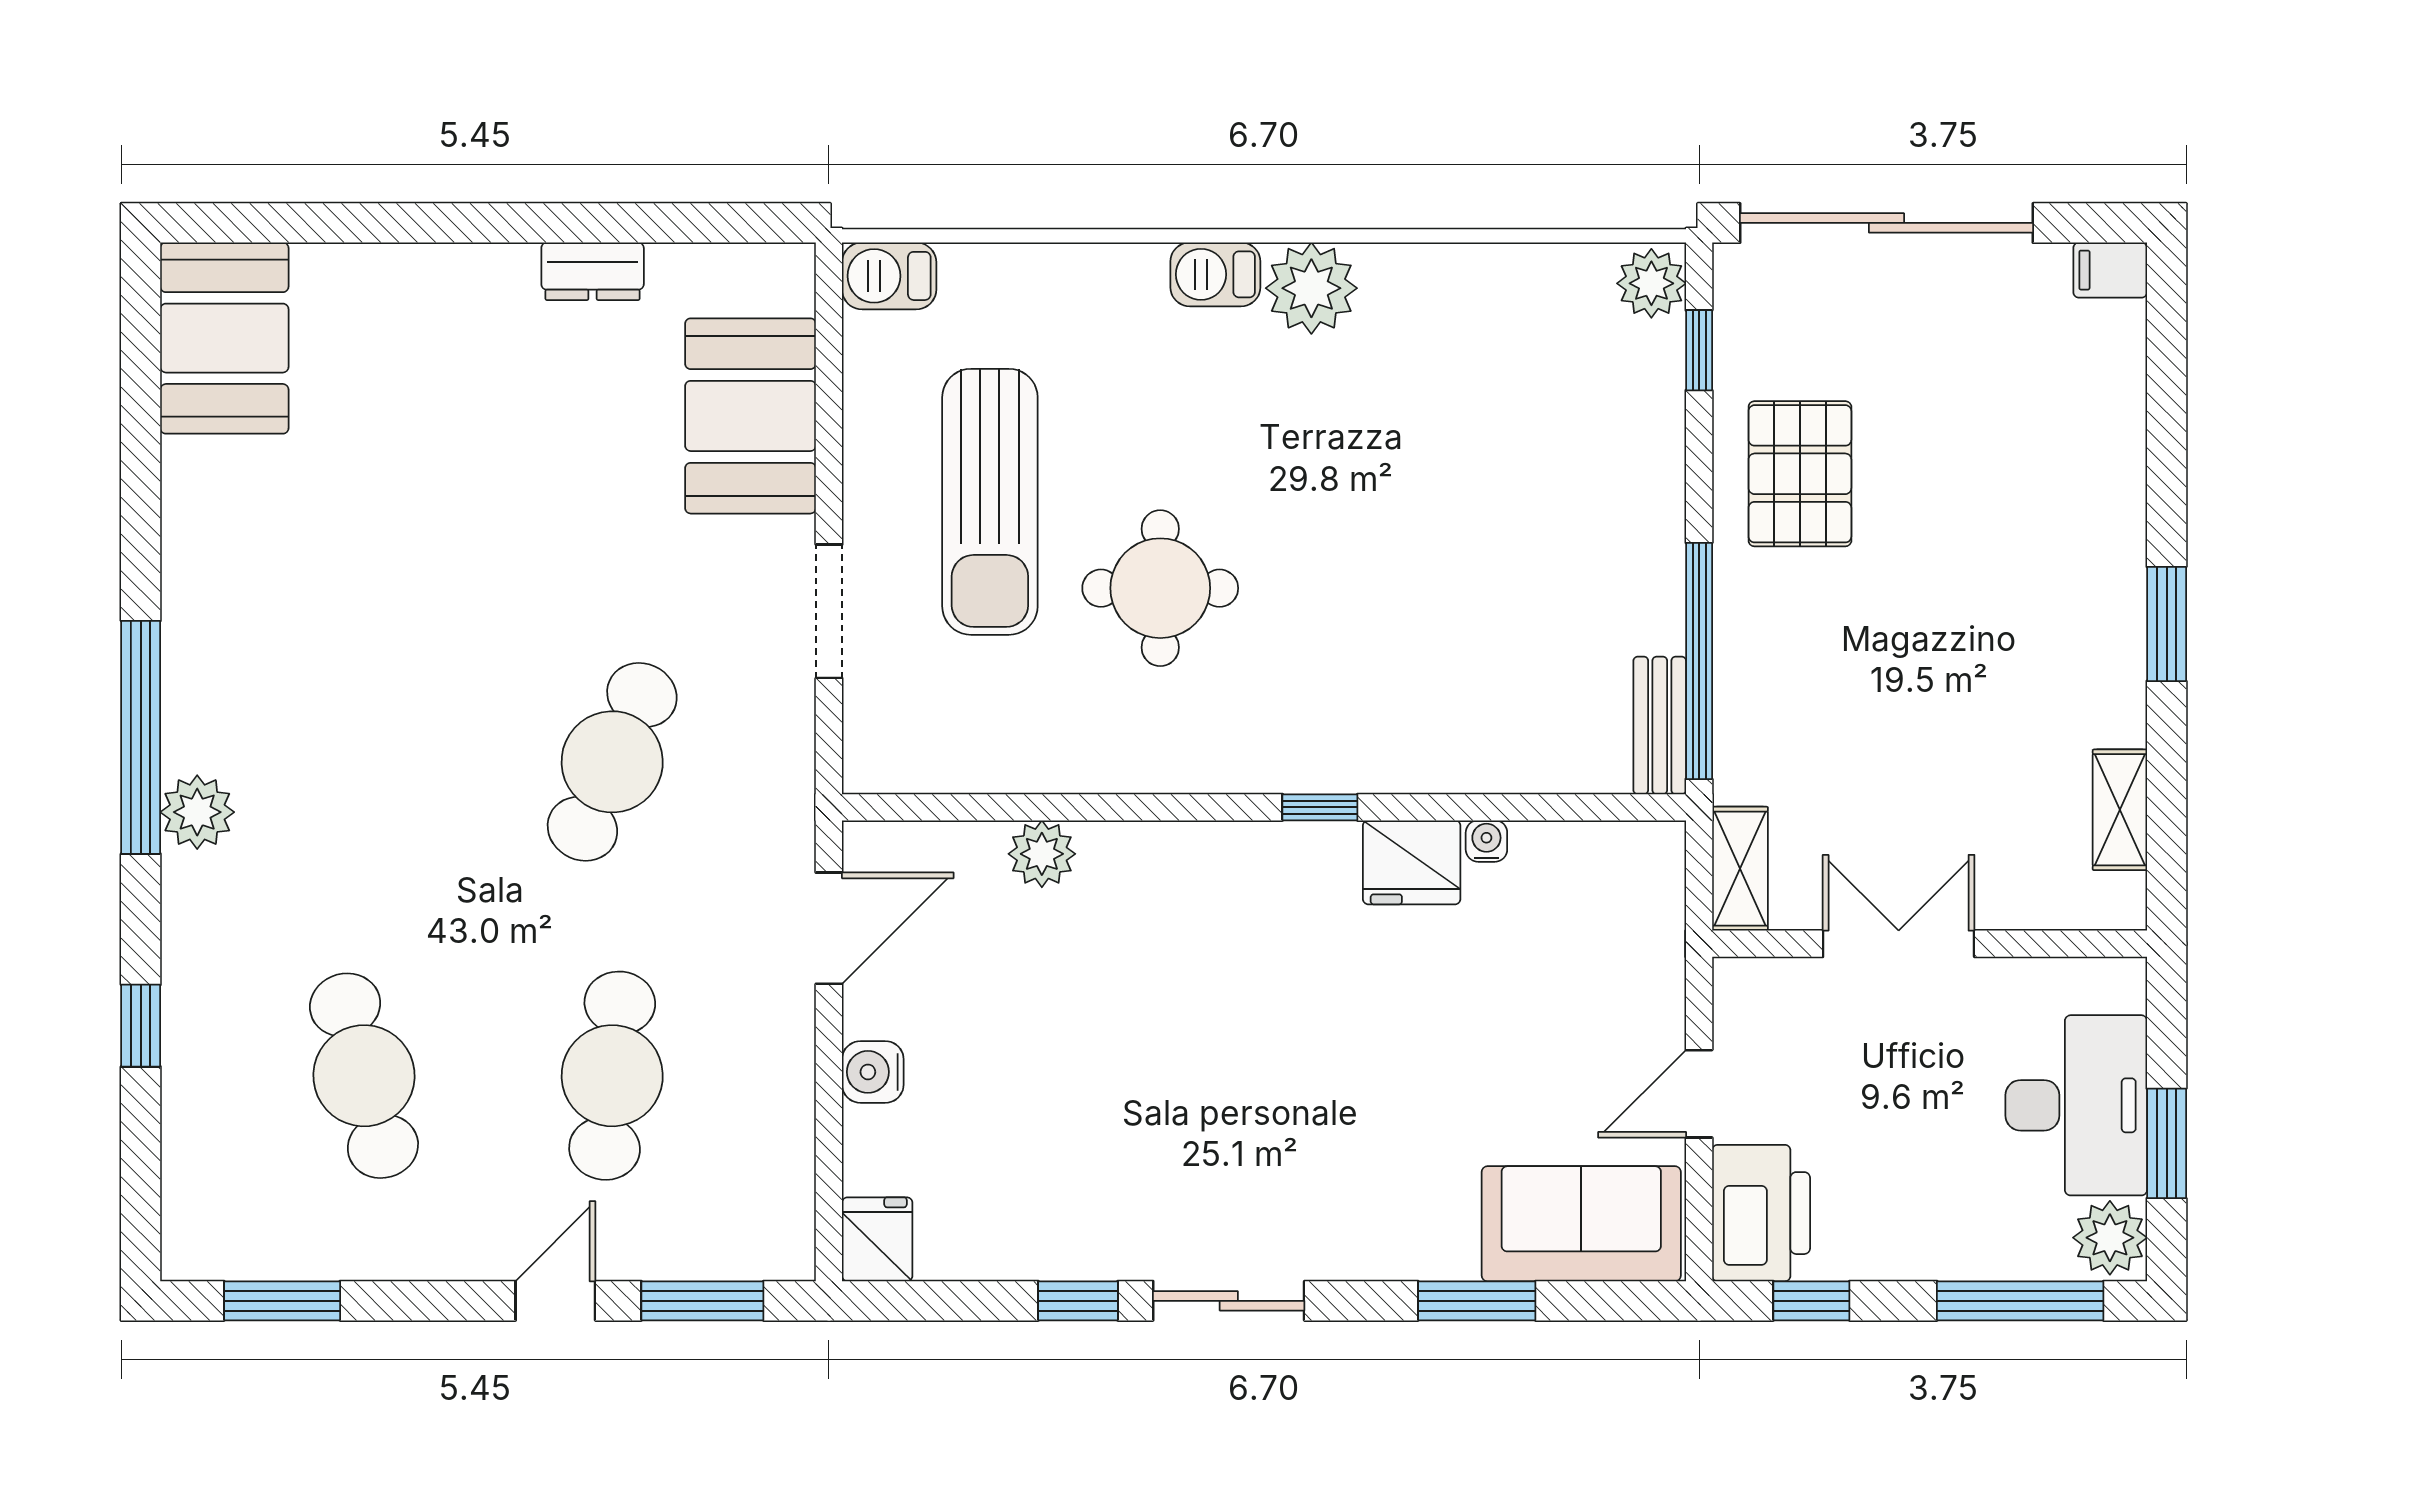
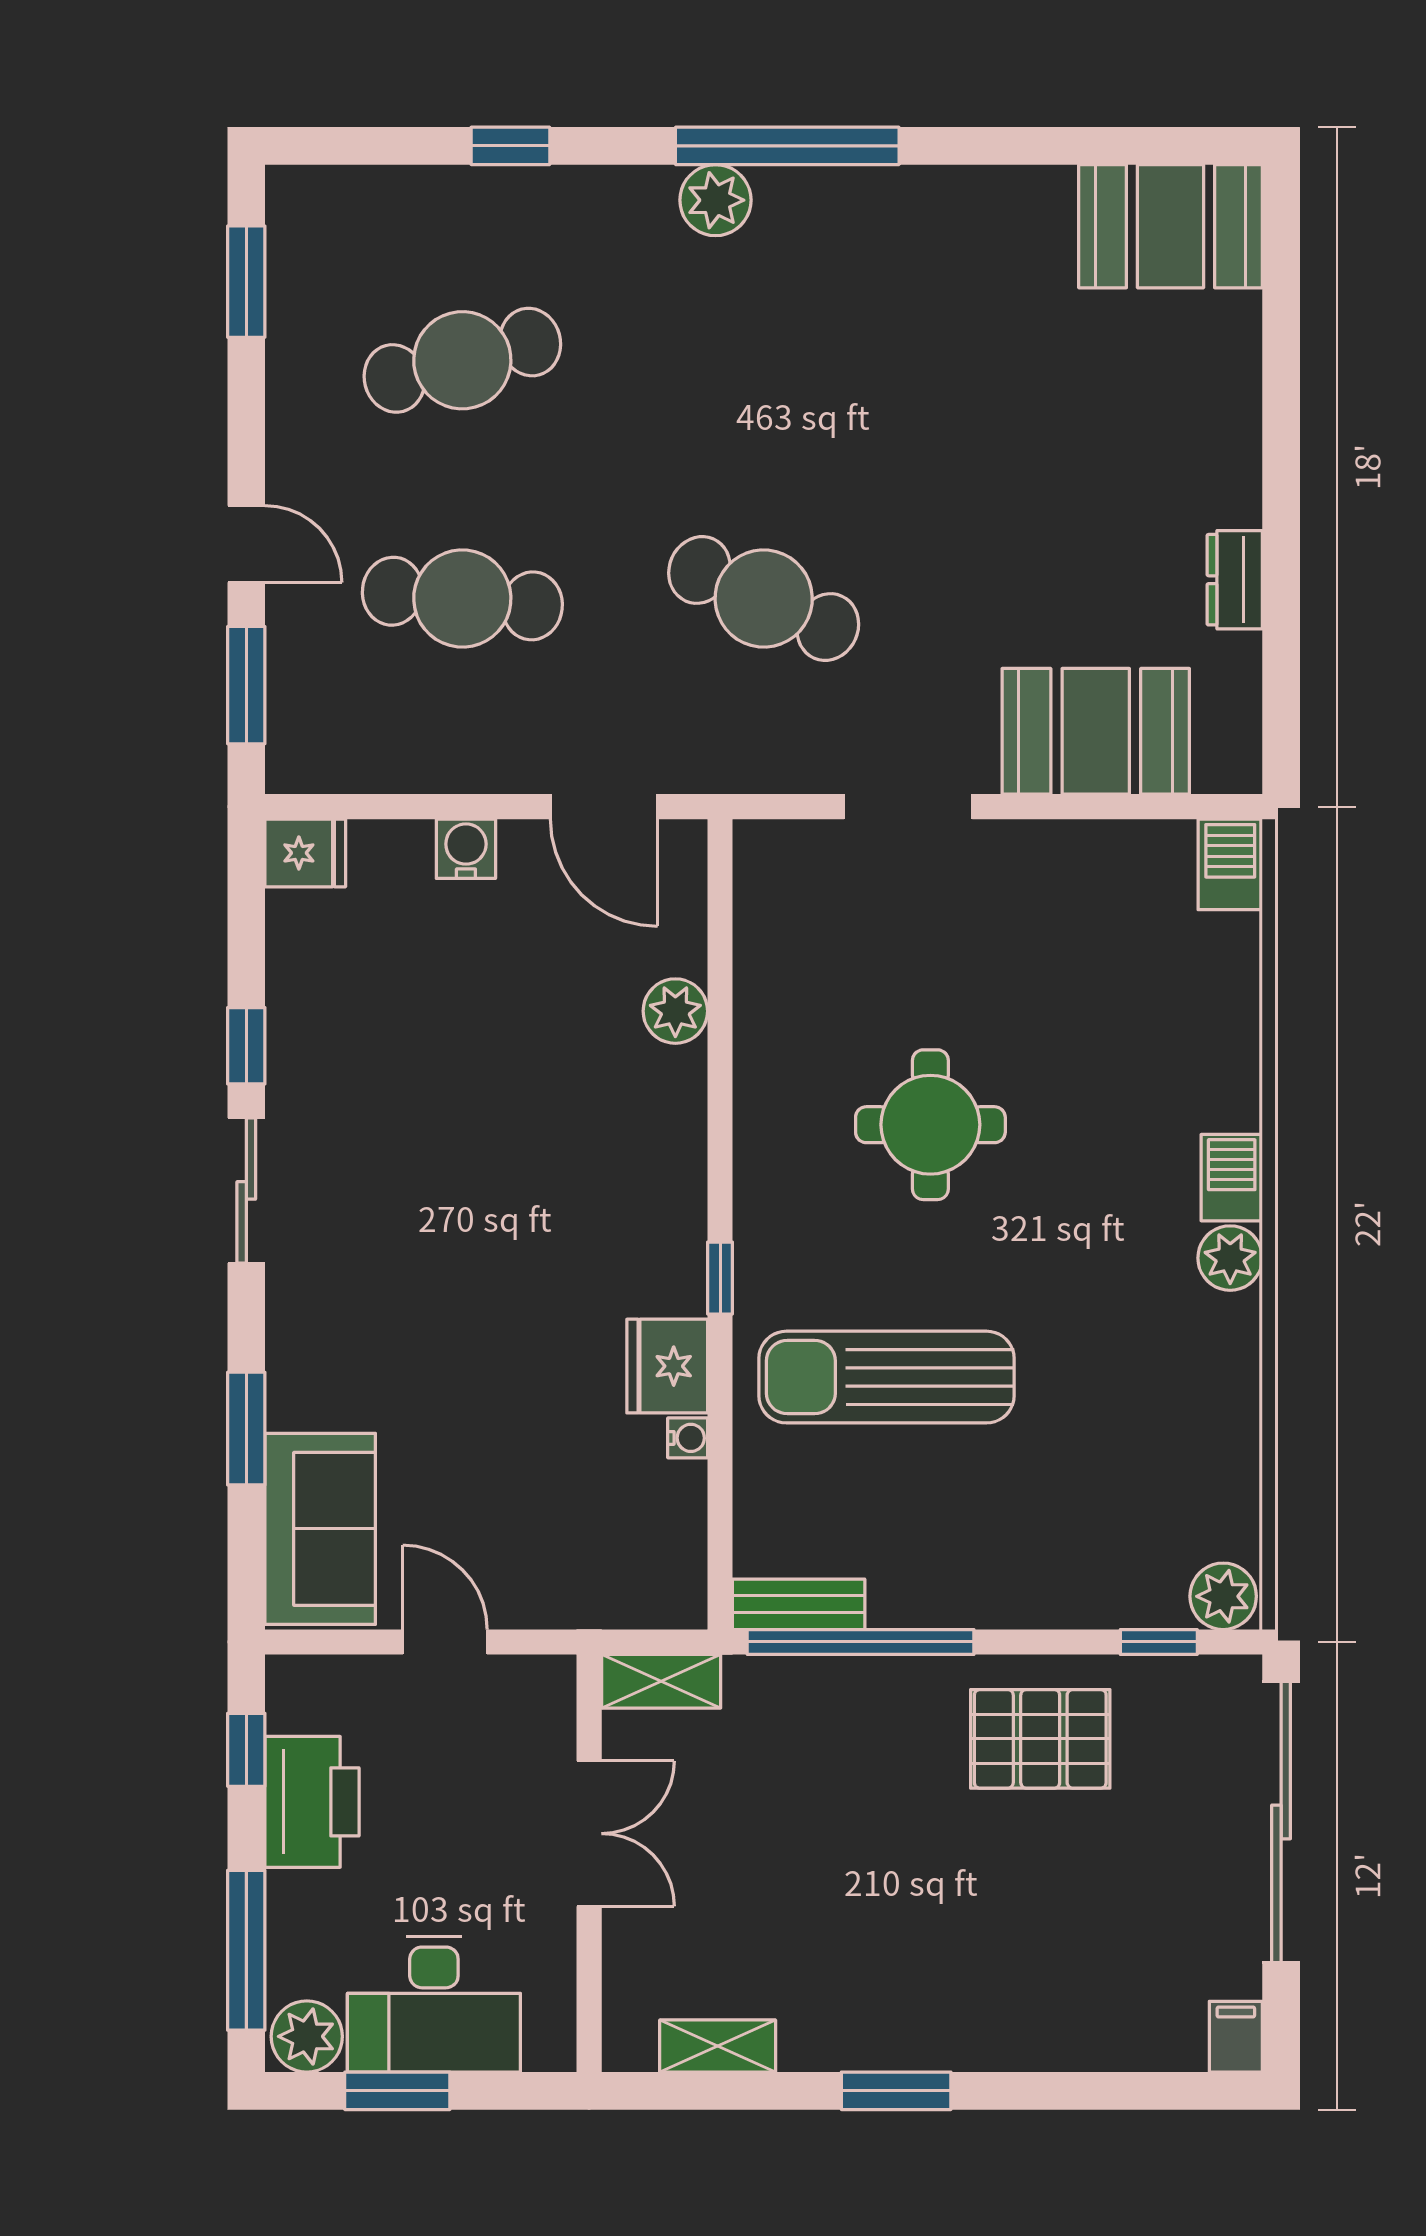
plant: (1311, 288) -> (1230, 1258), width x0.73, depth x0.73
sun lounger: (990, 502) -> (886, 1377), moved
printer: (1761, 1213) -> (312, 1802), moved, turned -90

